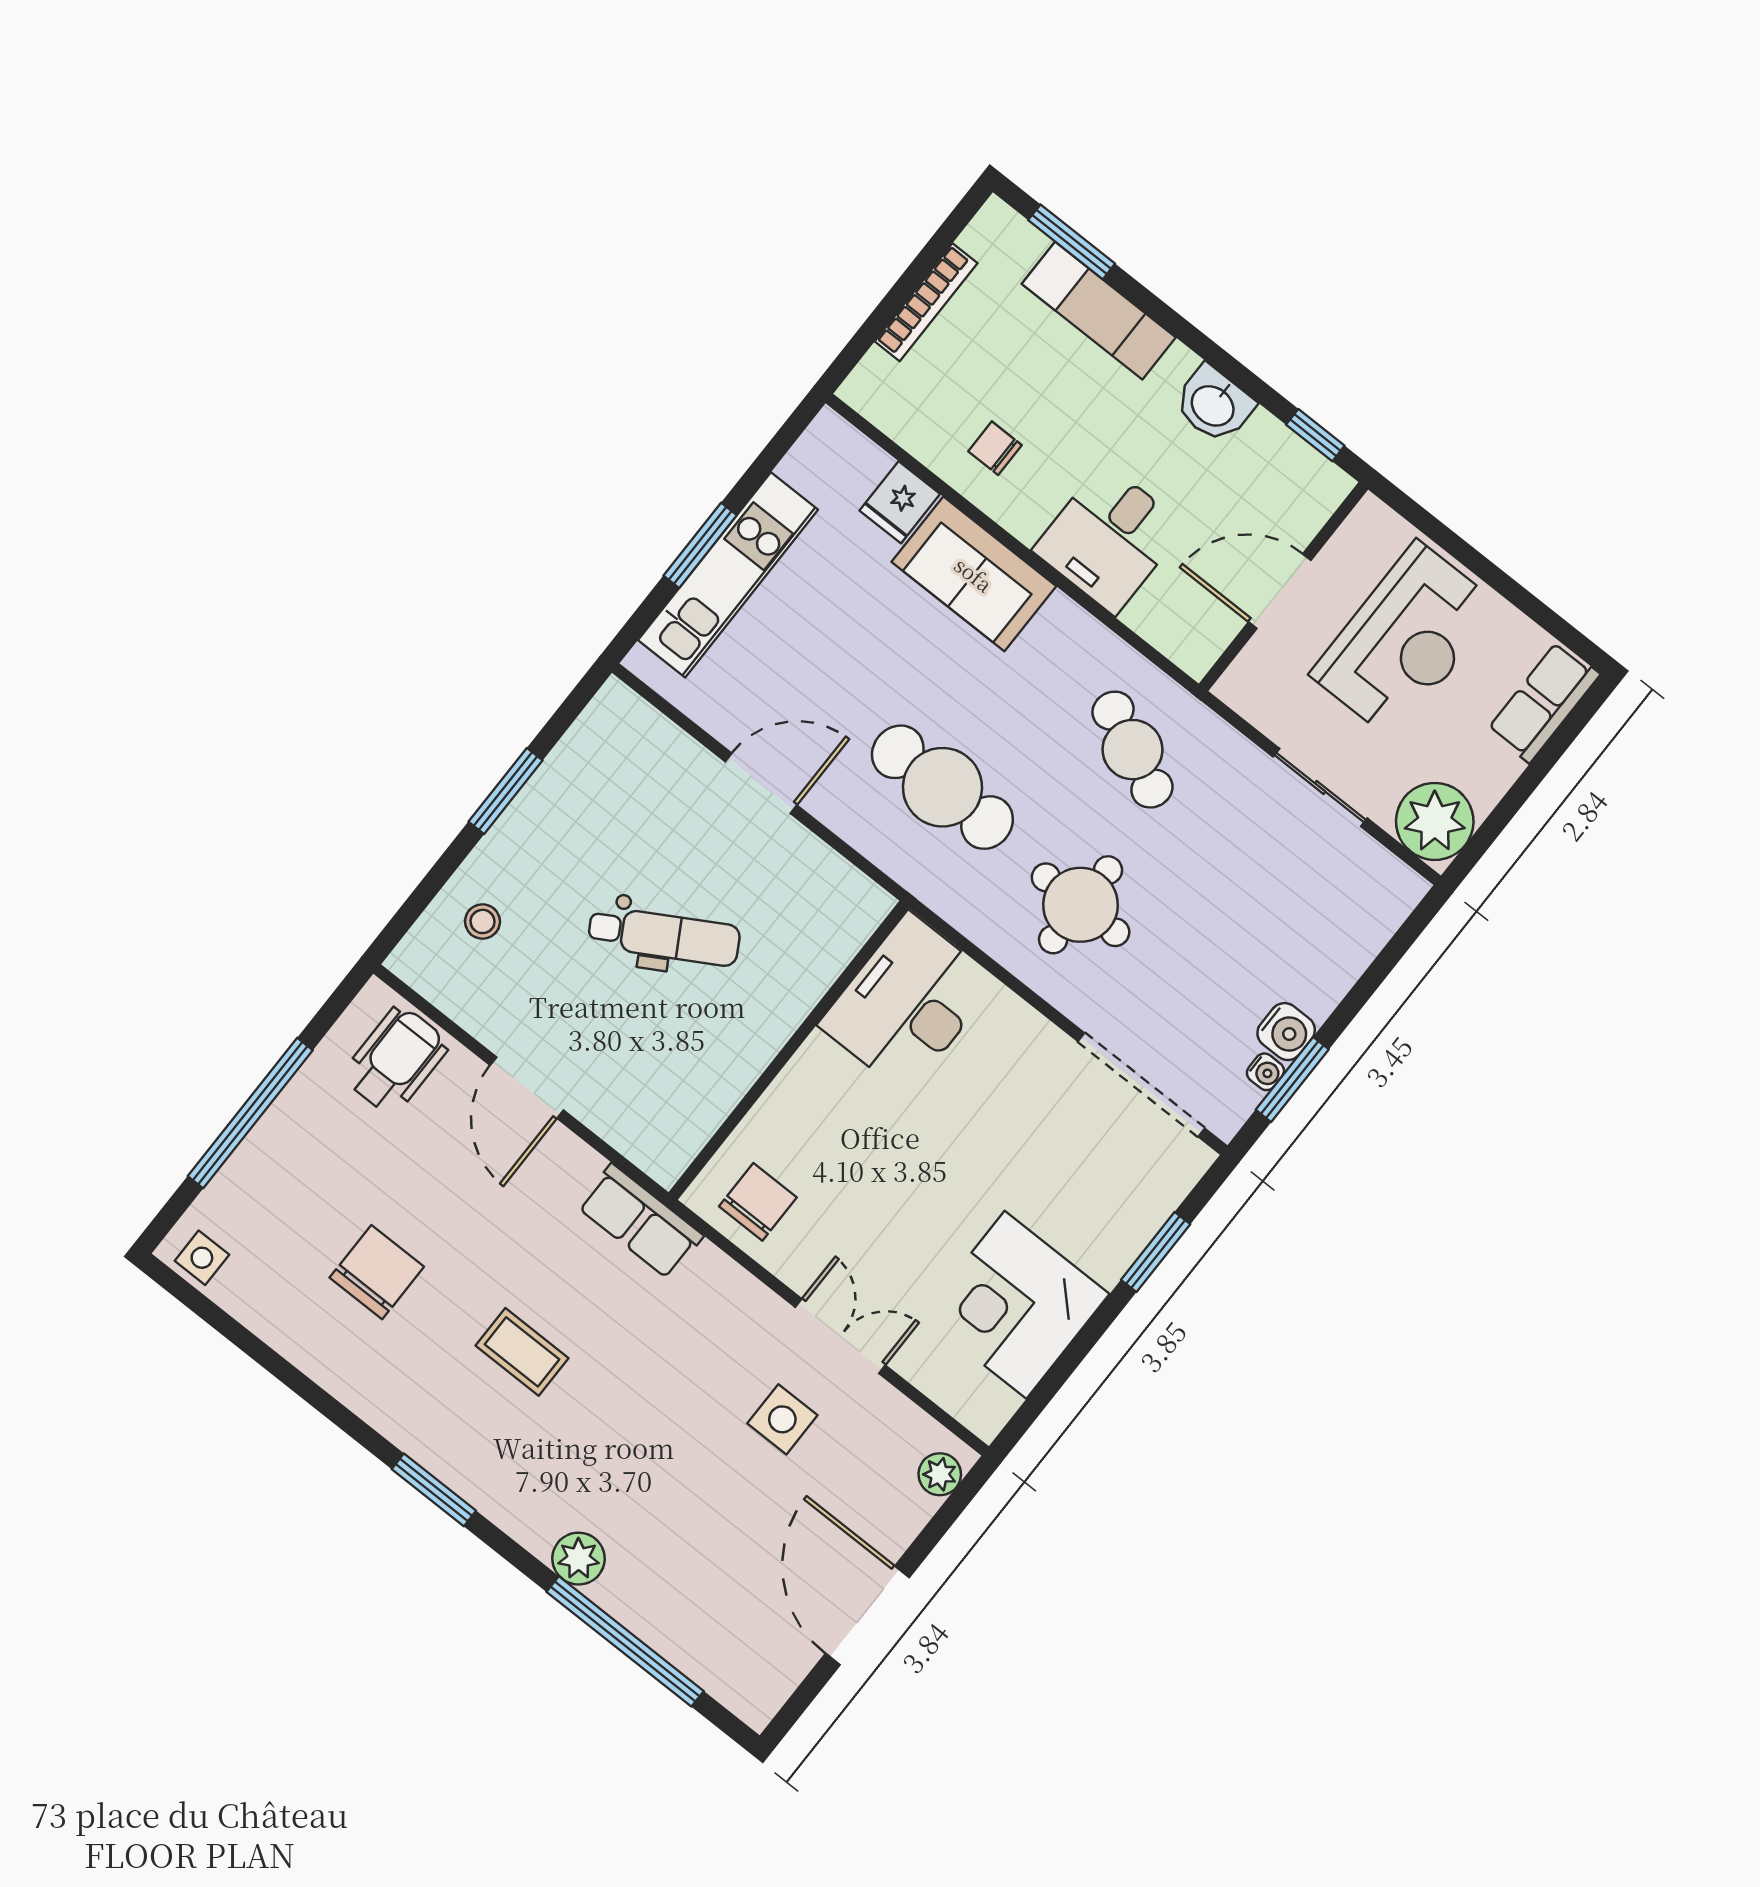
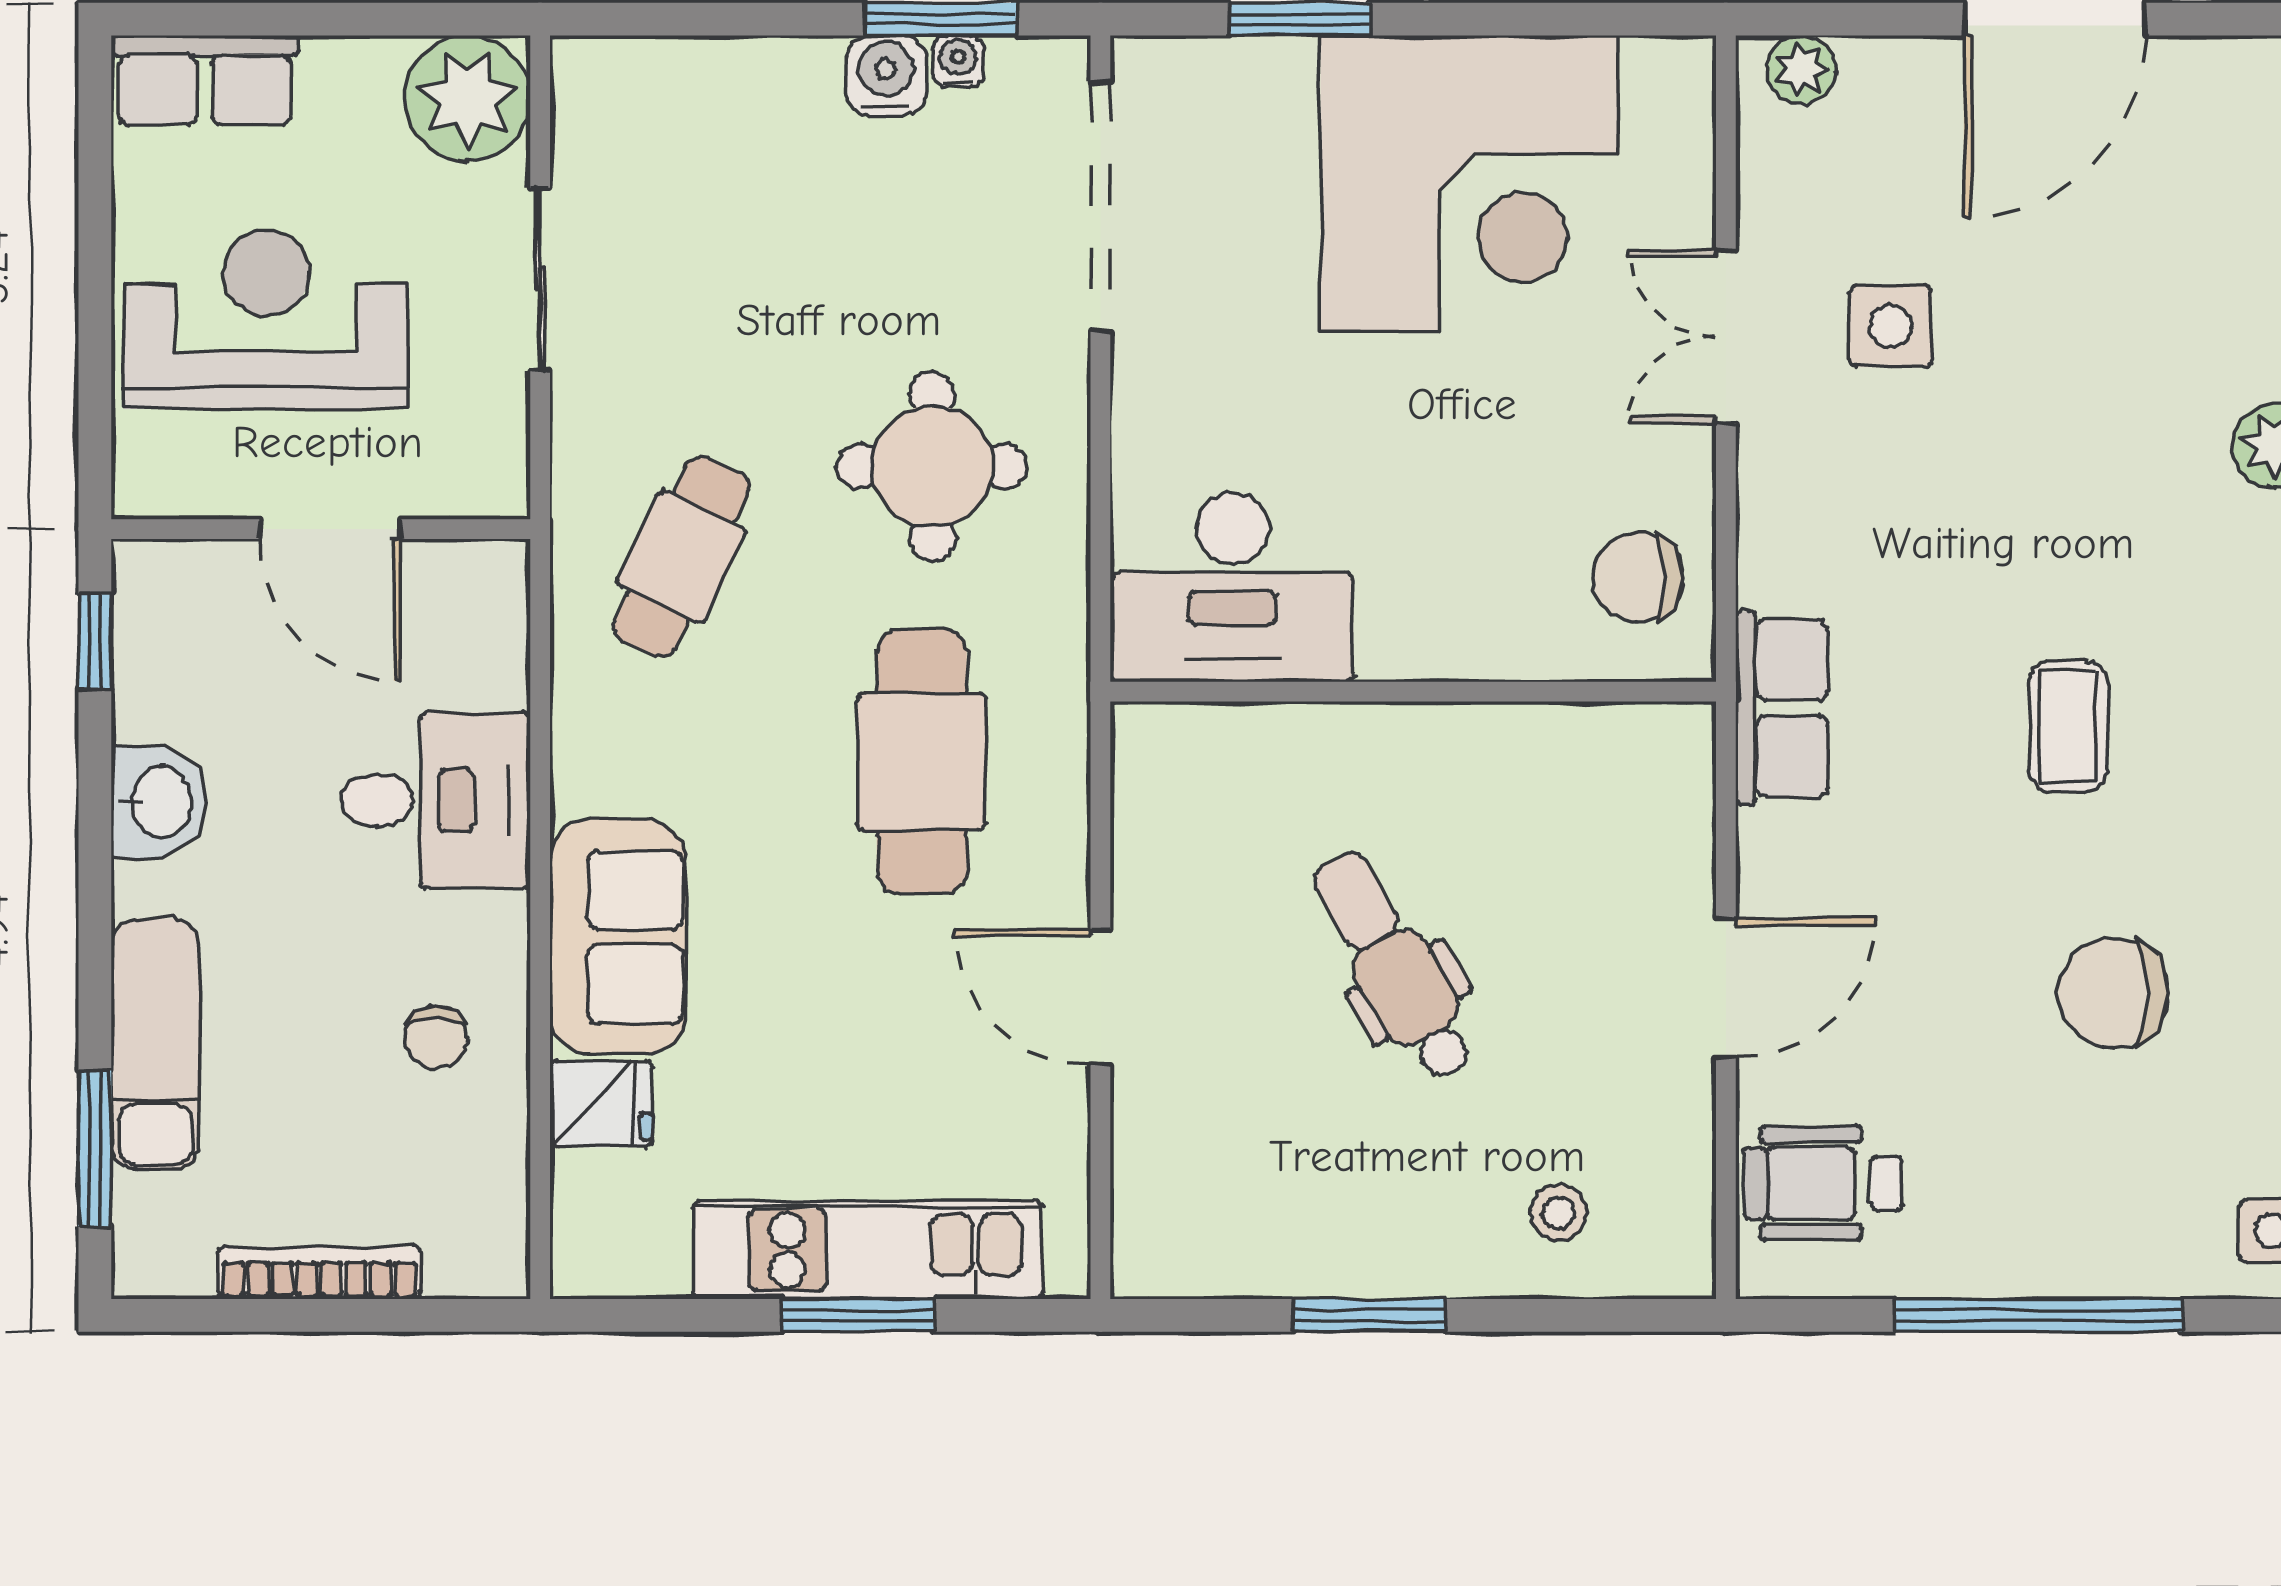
corner desk: (1015, 1305) -> (1469, 184), width x1.36, depth x1.36

